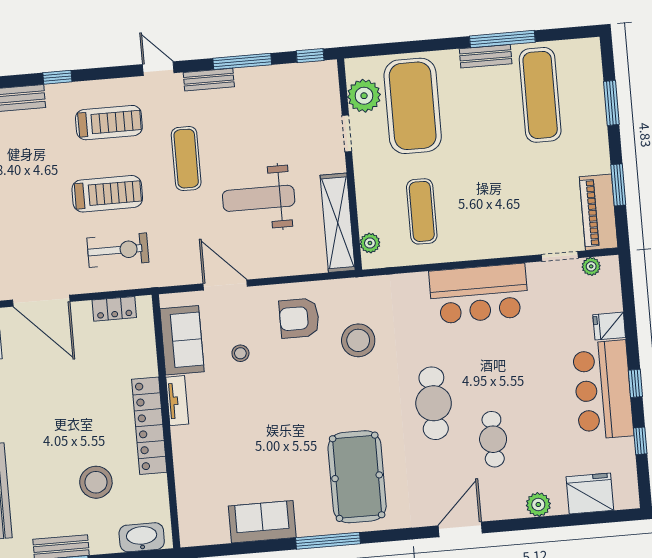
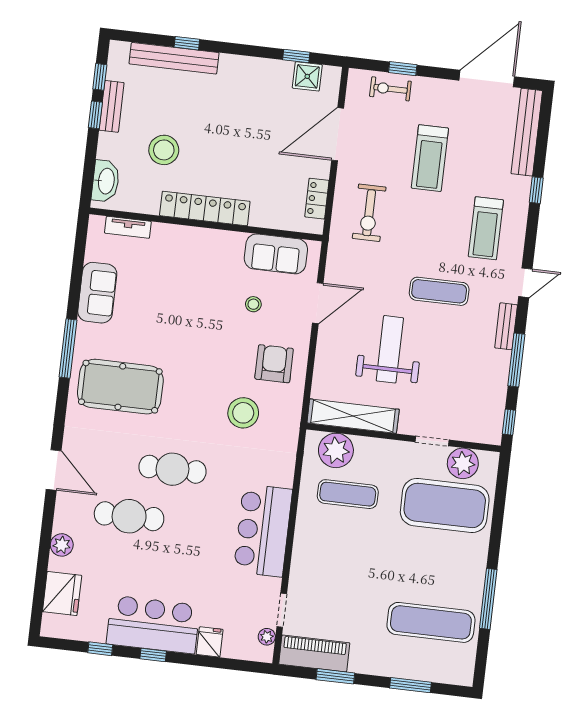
bench: (486, 56) -> (476, 580), removed
treadmill: (107, 194) -> (430, 158), moved
plant: (370, 243) -> (336, 450), width x1.88, depth x1.88
tv unit: (177, 401) -> (128, 227), moved
cafe table: (493, 439) -> (129, 516), width x1.37, depth x1.35

